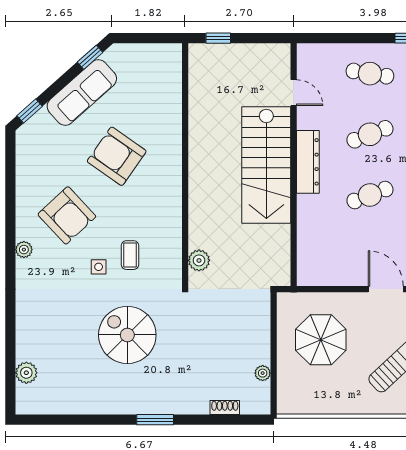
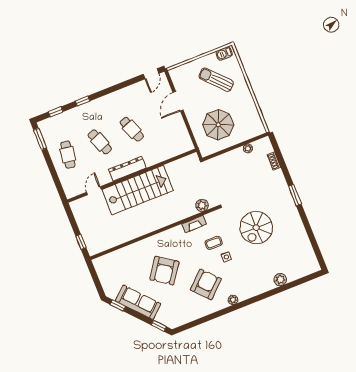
fireplace: (174, 235) -> (194, 224), added
plant: (26, 373) -> (280, 280), moved

